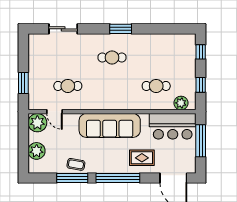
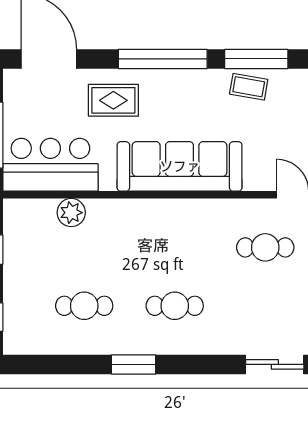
window: (121, 29) -> (134, 364), moved
cafe table: (156, 86) -> (84, 306), moved
plant: (181, 103) -> (71, 213), moved

